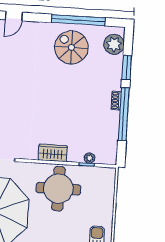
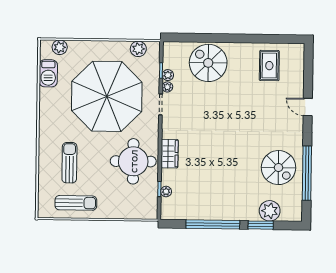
plant: (114, 44) -> (270, 211), moved
spiral stairs: (71, 47) -> (279, 168), turned 90
shoe rack: (116, 101) -> (226, 216), removed

